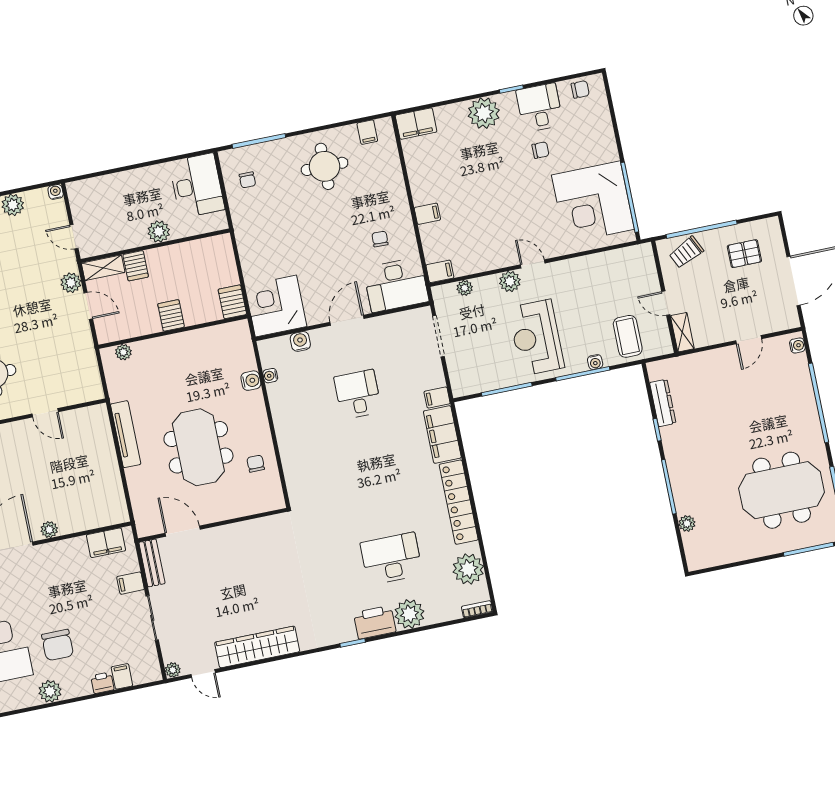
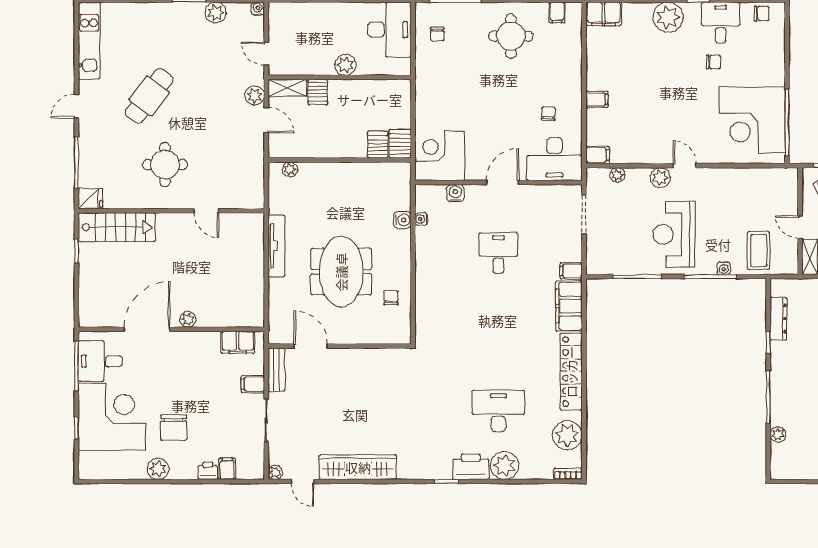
server rack: (171, 315) -> (378, 145), moved

